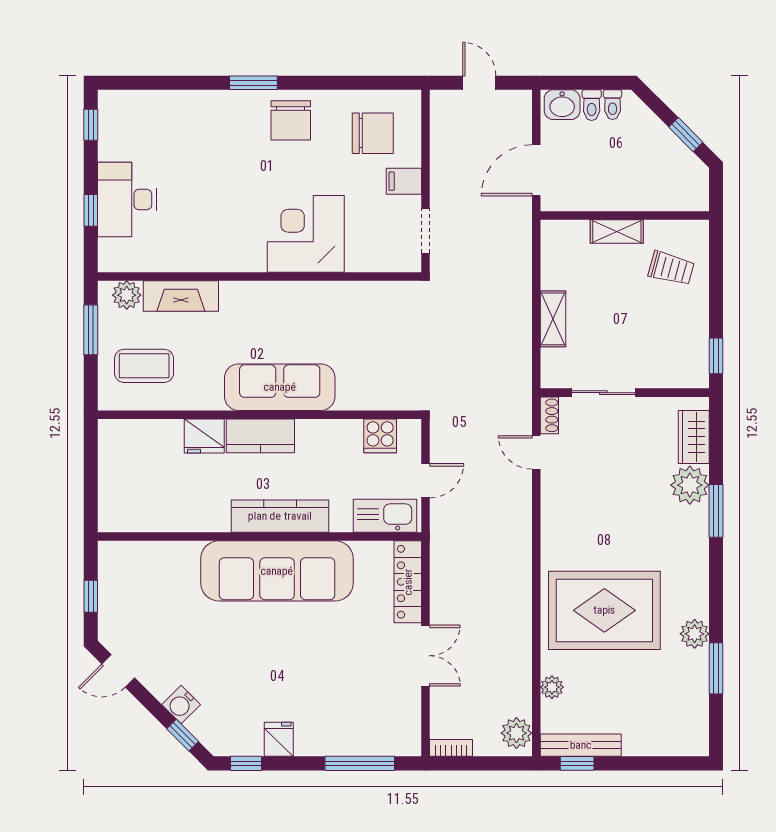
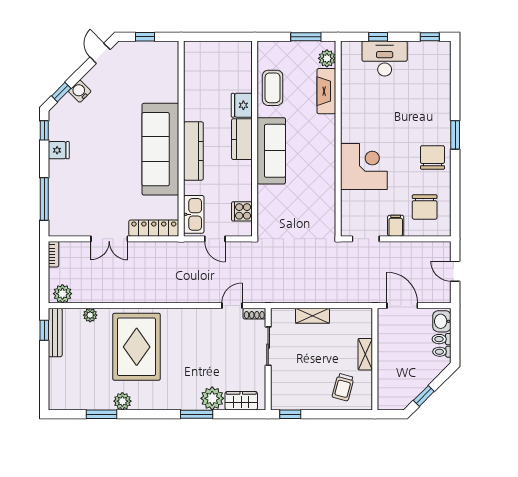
door: (479, 83) -> (455, 271), swing flipped
chair: (291, 120) -> (432, 157), turned 90
coffee table: (144, 366) -> (273, 88), moved

